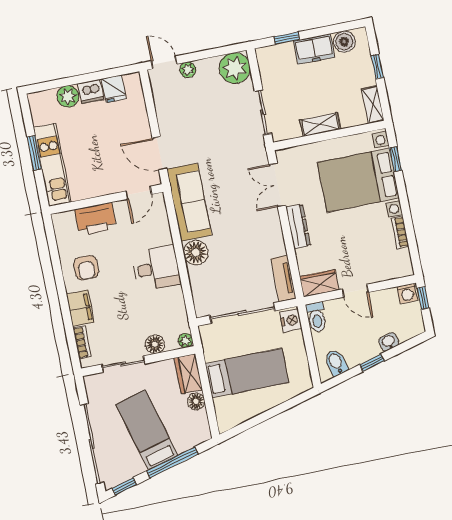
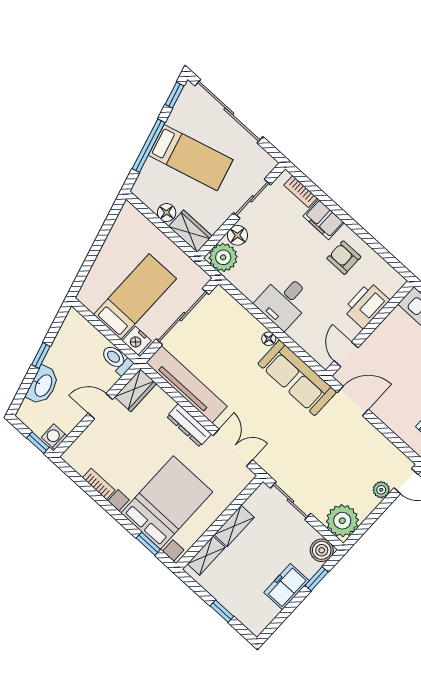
boiler: (344, 42) -> (322, 550), moved
shelving: (373, 105) -> (206, 556), moved, turned 90
floor lamp: (196, 252) -> (269, 339), width x0.53, depth x0.53
tv unit: (283, 278) -> (187, 385), width x1.92, depth x1.29
plant: (185, 340) -> (223, 257), width x1.88, depth x1.88
washbasin: (389, 342) -> (43, 385), width x1.91, depth x1.45
bidet: (336, 363) -> (72, 333), removed
bed: (247, 373) -> (135, 297), moved, turned 180

